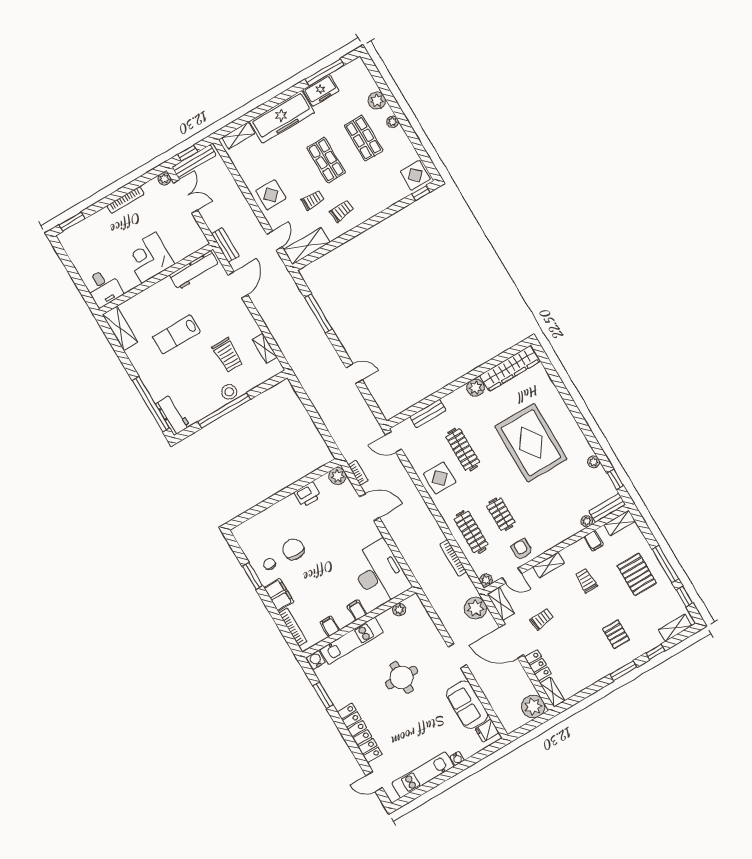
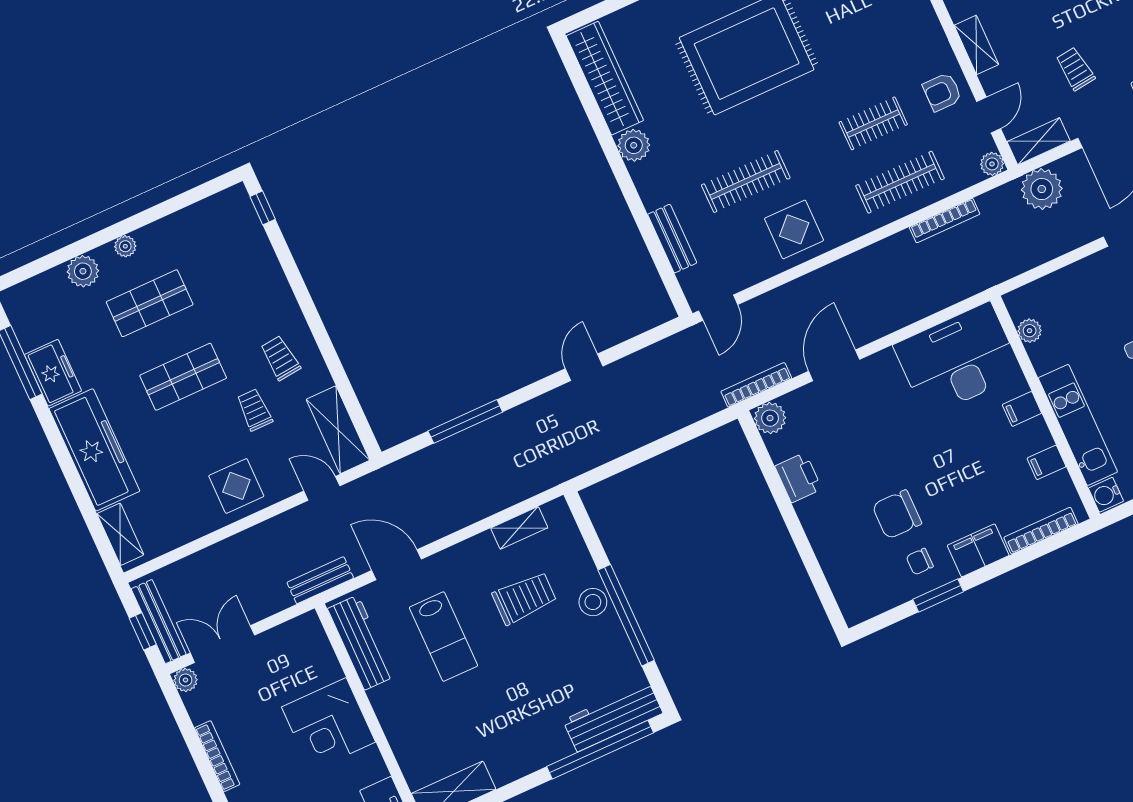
display table: (415, 175) -> (229, 215), removed
lab bench: (176, 334) -> (444, 637), moved
workbench: (173, 415) -> (613, 717), width x1.38
bookcase: (358, 473) -> (756, 385), width x1.56

